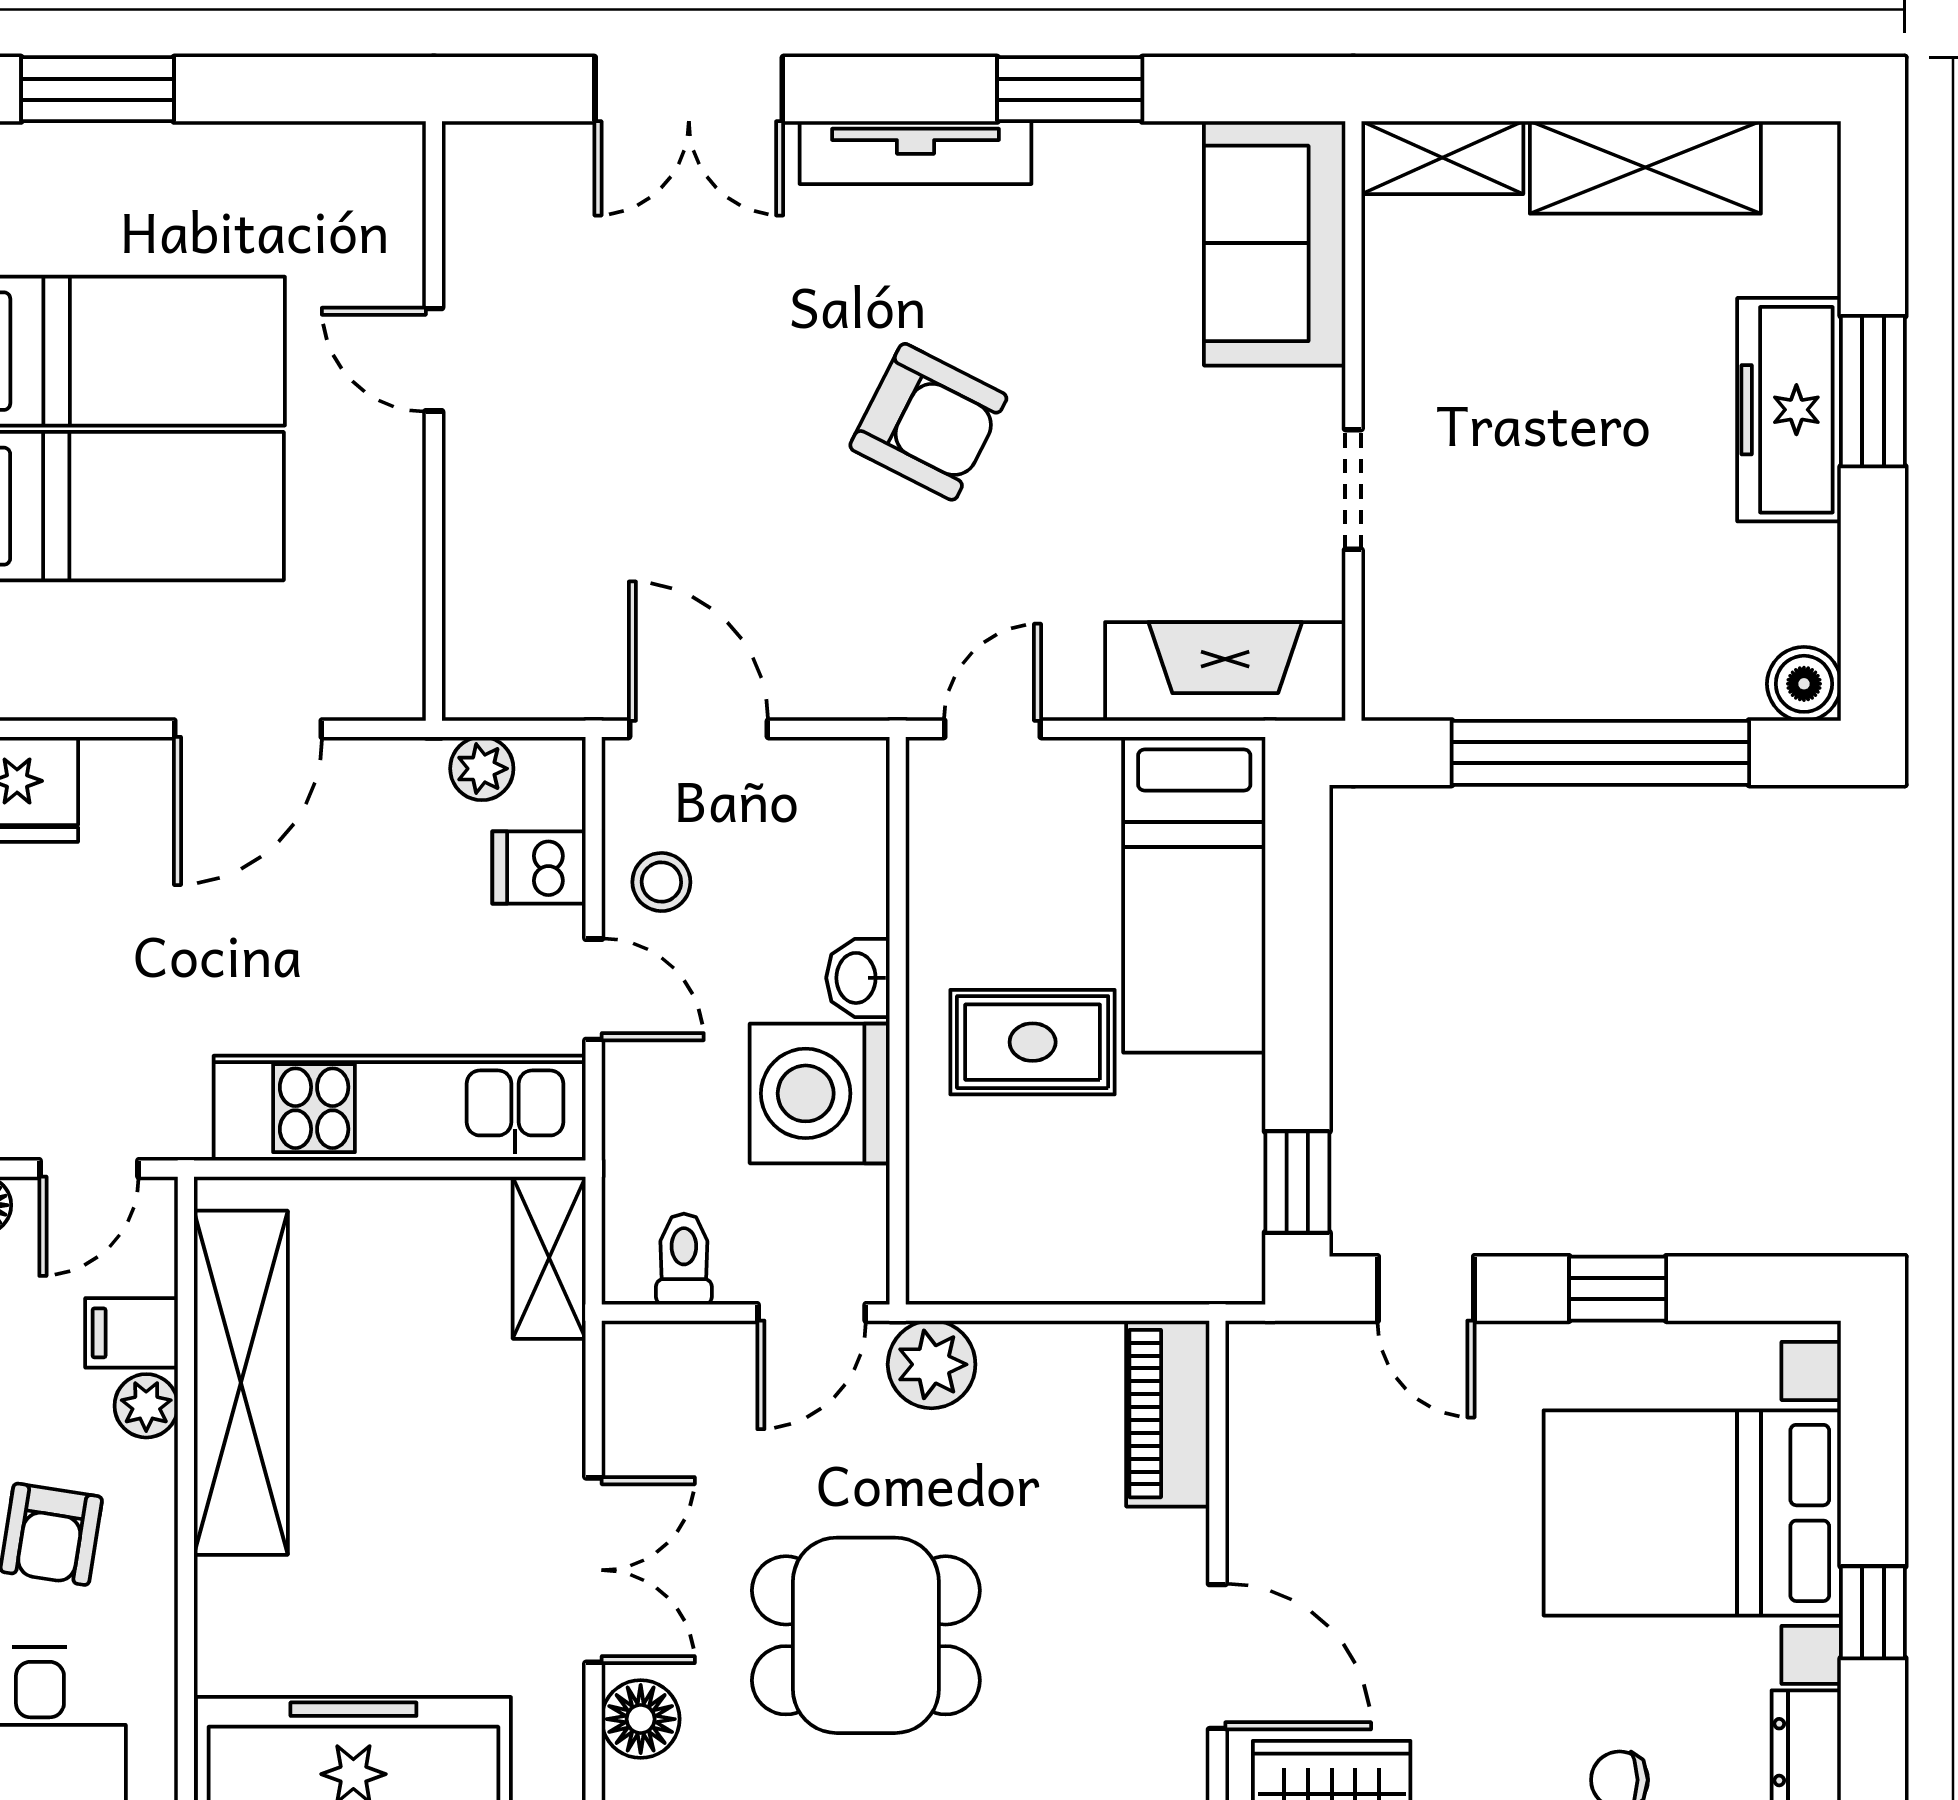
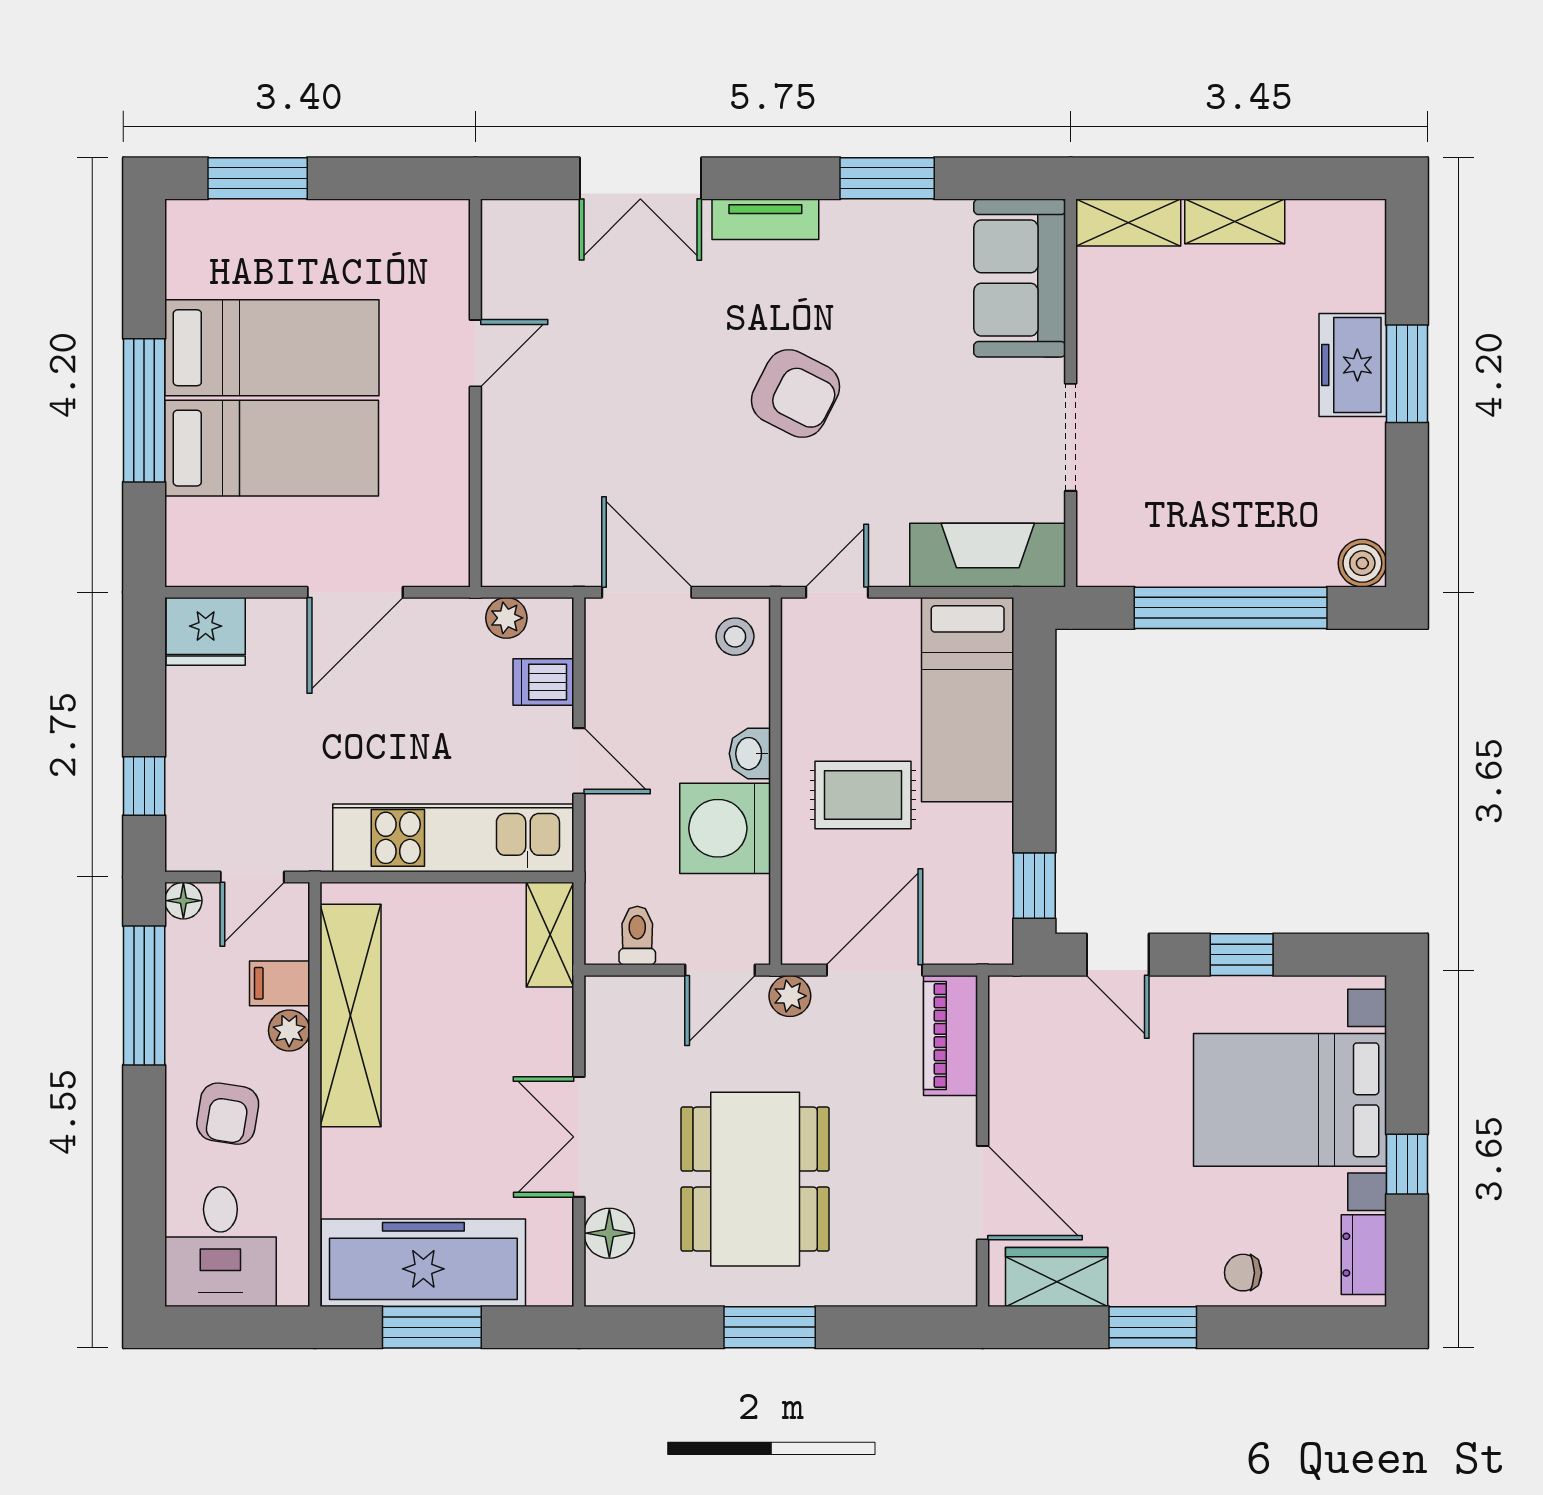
tv unit: (916, 153) -> (765, 219), width x0.71
shelving: (1645, 167) -> (1235, 221), width x0.67, depth x0.75
door: (434, 360) -> (475, 353), swing flipped
freezer: (1789, 410) -> (1353, 365), width x0.71
doorway: (1353, 489) -> (1071, 437), width x1.38
stool: (661, 882) -> (735, 637), moved
door: (1050, 1313) -> (875, 970), added
plant: (932, 1364) -> (790, 996), width x0.73, depth x0.73
double door: (594, 1570) -> (579, 1137), swing flipped
dining table: (866, 1635) -> (755, 1179), width x1.38

